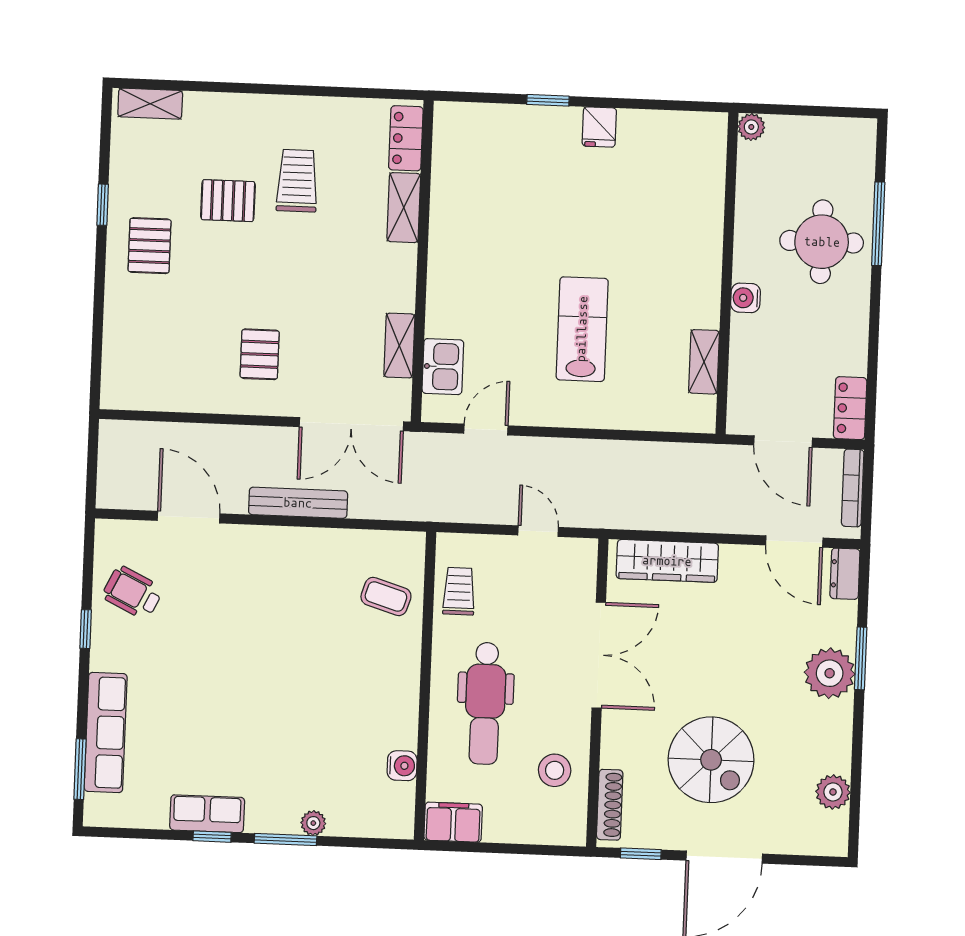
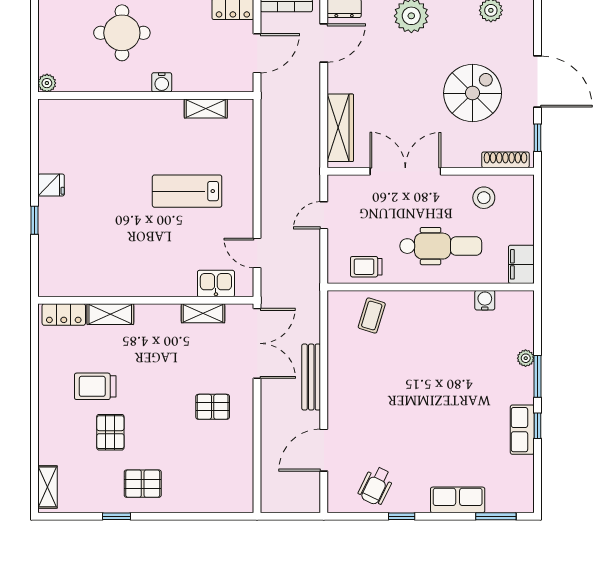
row of seats: (106, 733) -> (458, 500), width x0.68

